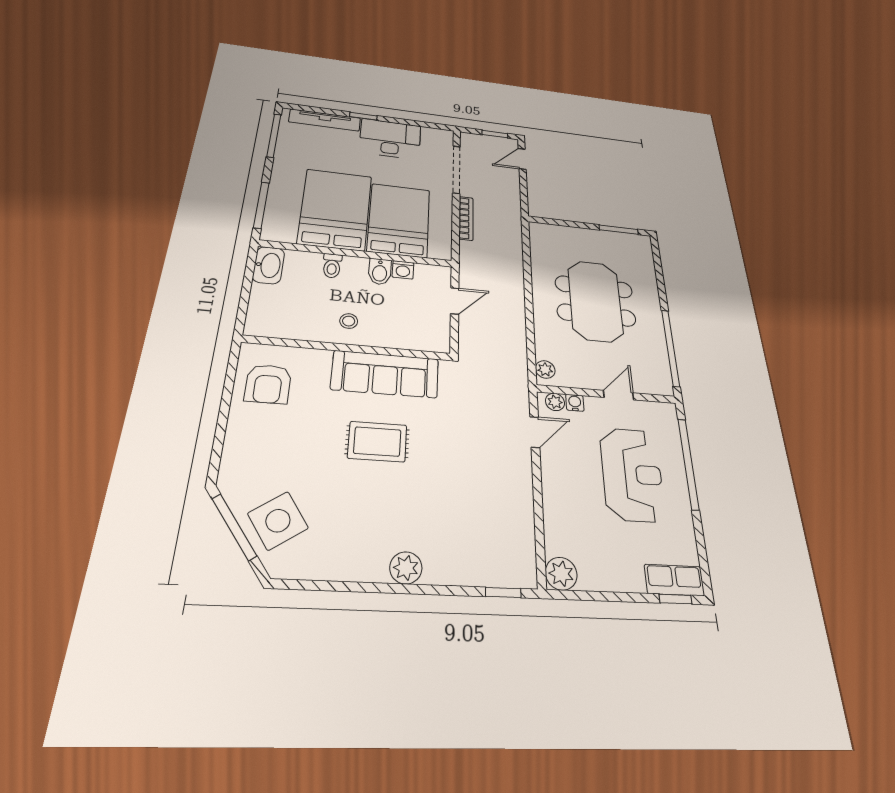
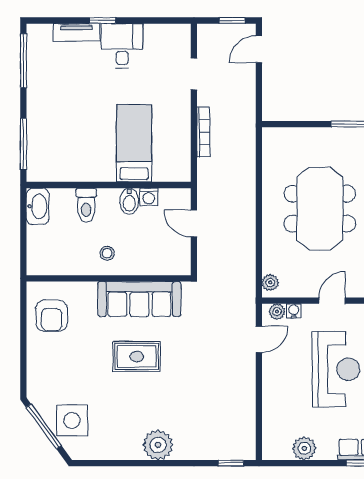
tv unit: (325, 120) -> (77, 32), width x0.71
desk: (390, 139) -> (122, 46), width x0.73
doorway: (456, 169) -> (194, 74), width x0.53
bed: (335, 209) -> (86, 139), removed
bed: (399, 220) -> (134, 143), width x0.67
toilet: (332, 266) -> (86, 205), width x1.37, depth x1.39
door: (455, 301) -> (194, 223), swing flipped
side table: (278, 521) -> (72, 420), turned 34
plant: (406, 568) -> (158, 445), width x1.36, depth x1.36
plant: (561, 574) -> (304, 448), moved

